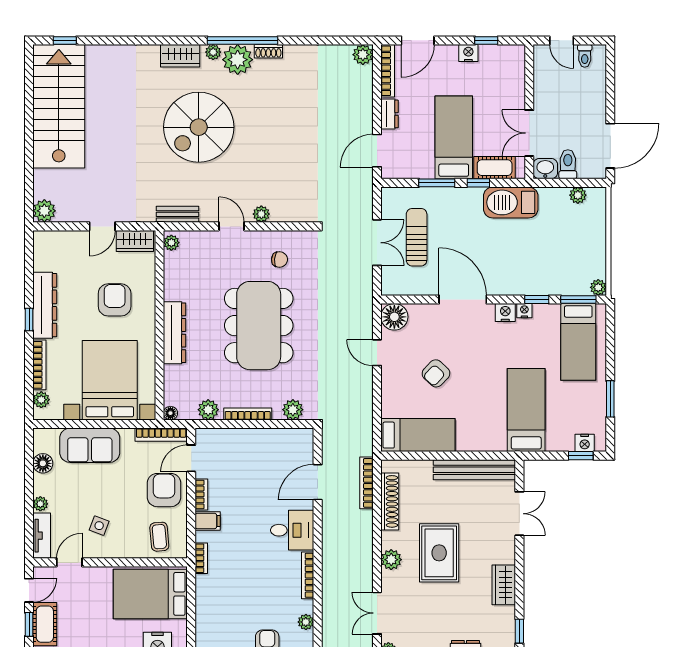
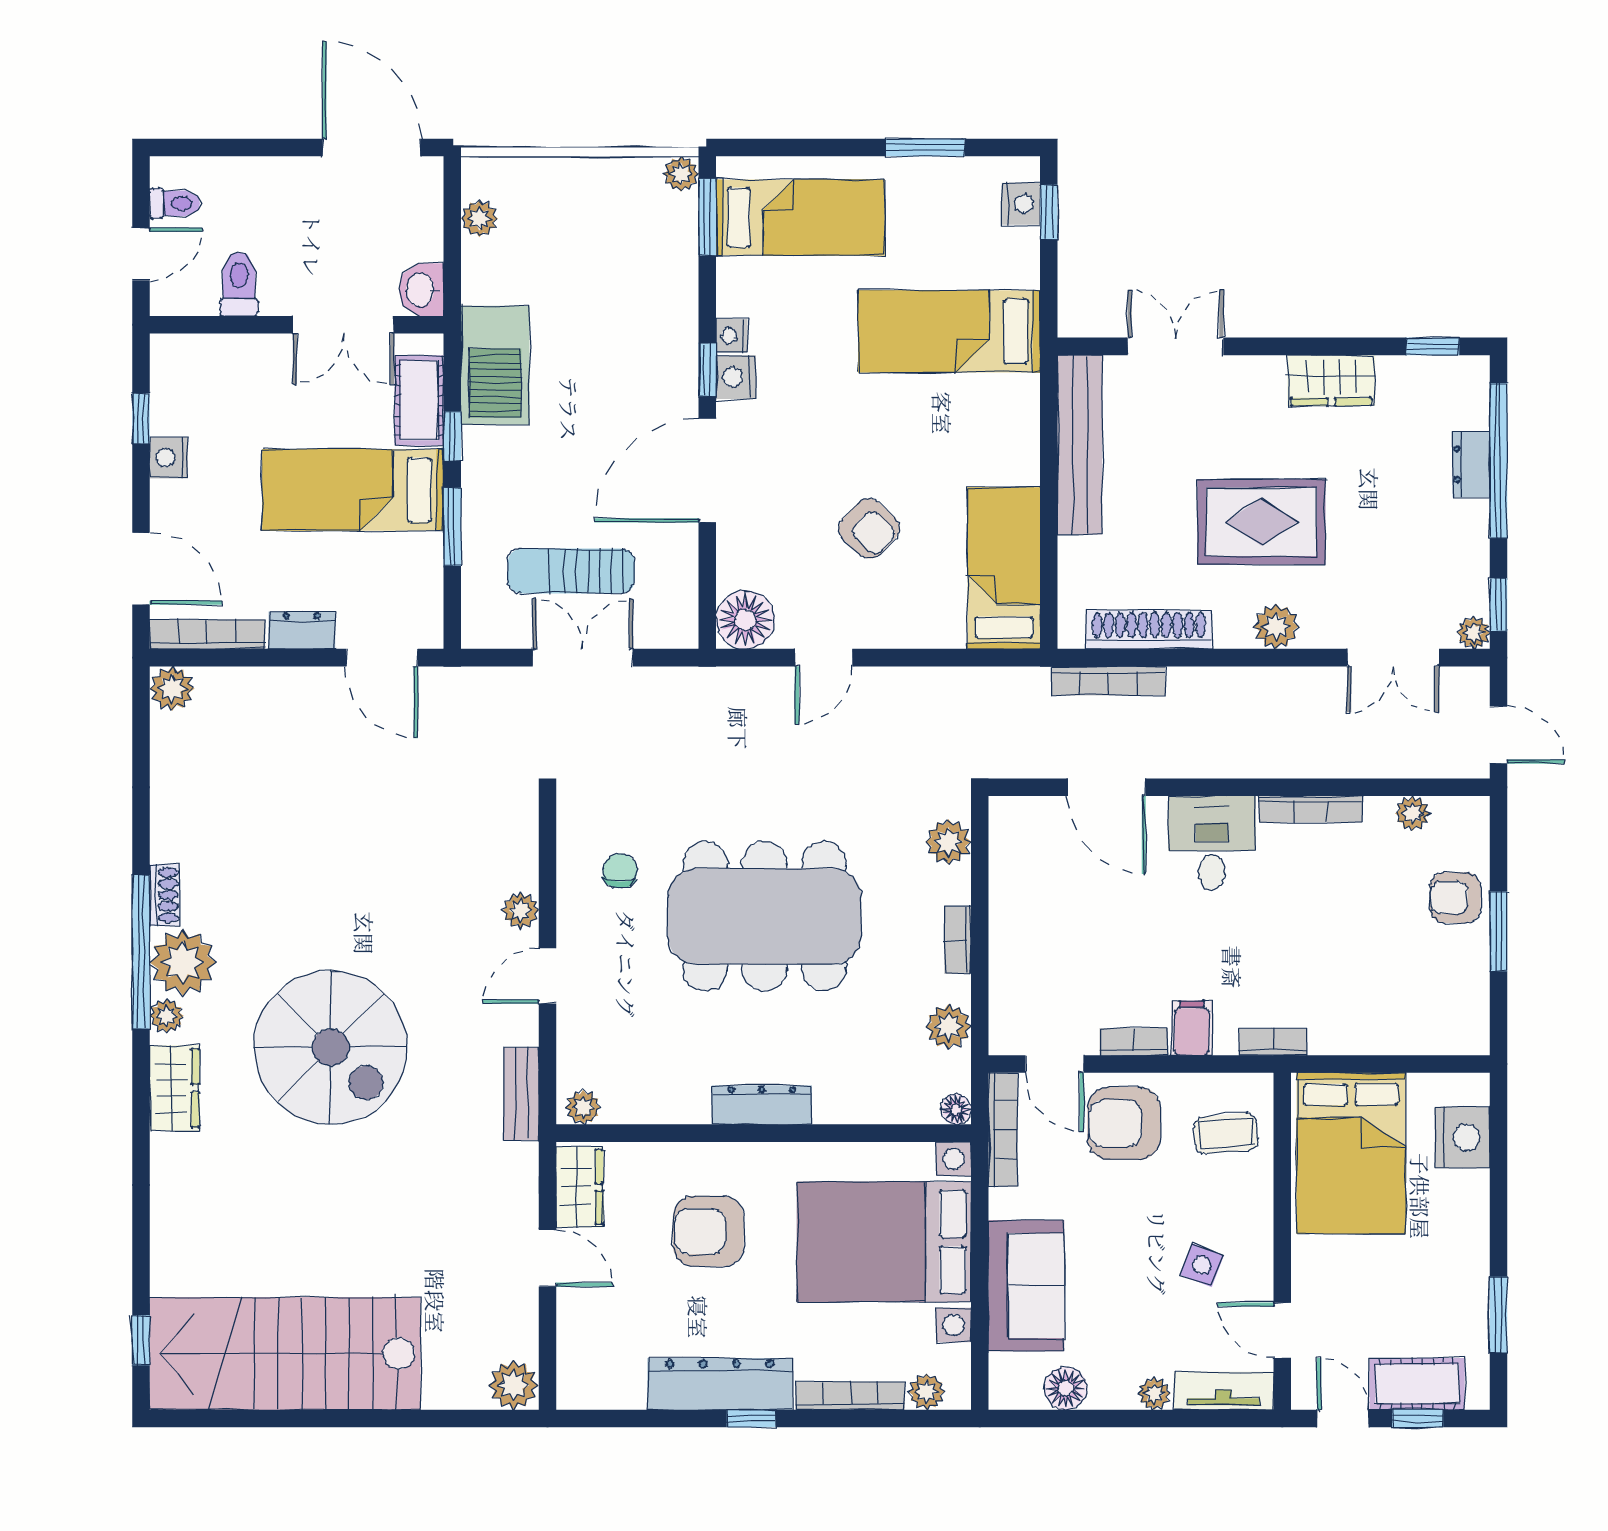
toilet: (568, 164) -> (239, 284), moved, turned 90
window: (537, 299) -> (707, 370), moved
dresser: (175, 333) -> (762, 1105), width x0.73, depth x0.80
bookcase: (248, 414) -> (958, 940), width x0.64

